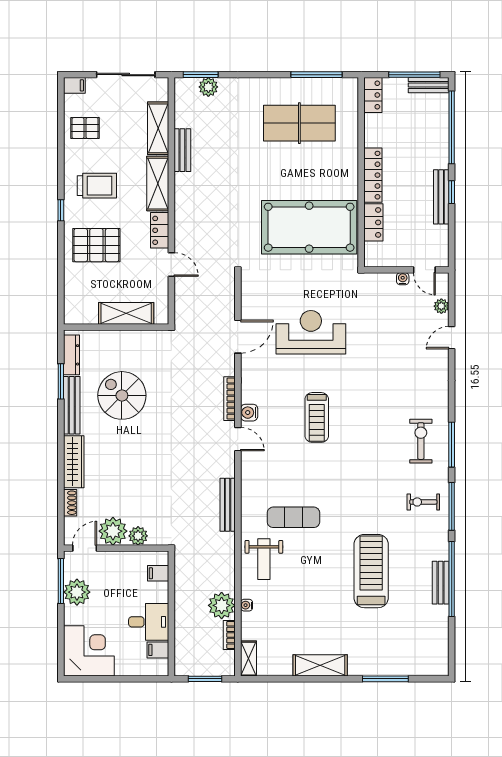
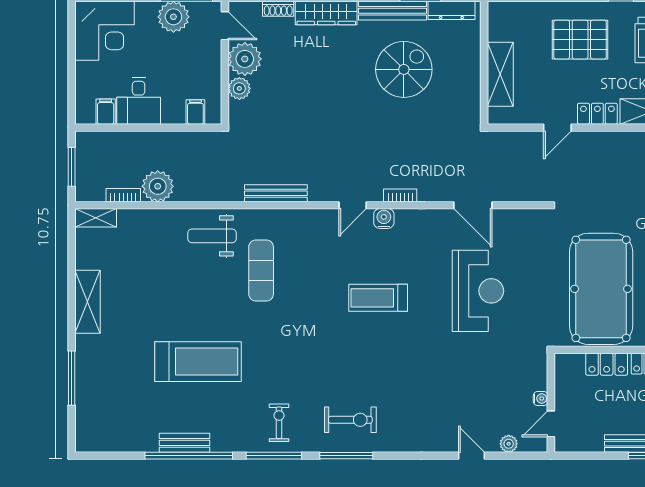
pallet: (96, 245) -> (580, 40), turned 90
bookcase: (229, 399) -> (400, 195), width x0.64
water cooler: (247, 605) -> (158, 215), removed

